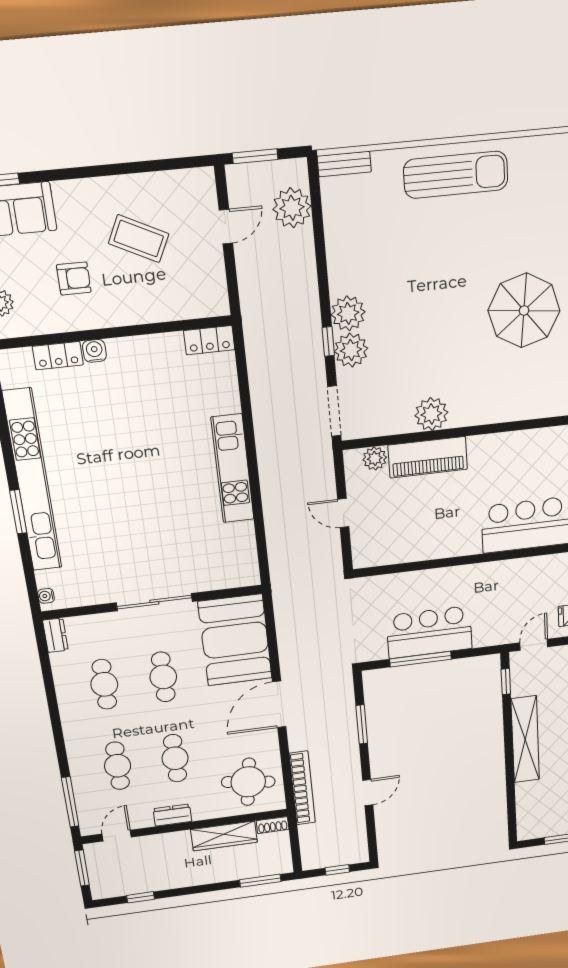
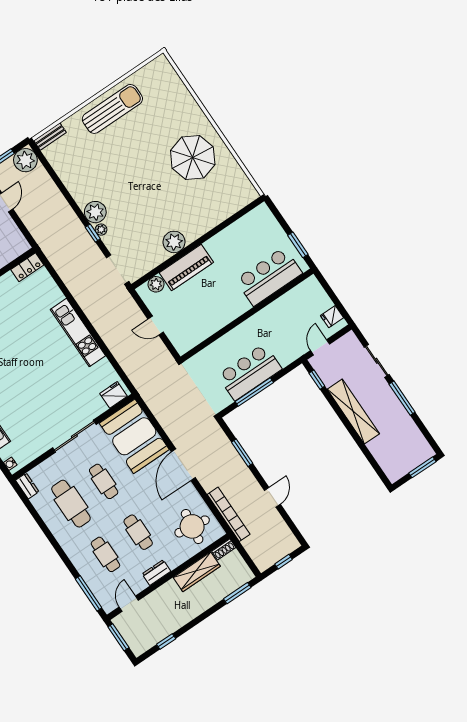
plant: (292, 208) -> (25, 160), moved
plant: (351, 350) -> (101, 230), width x0.53, depth x0.53
fridge: (237, 575) -> (114, 395), added
cafe table: (104, 684) -> (71, 504), width x1.37, depth x1.35

